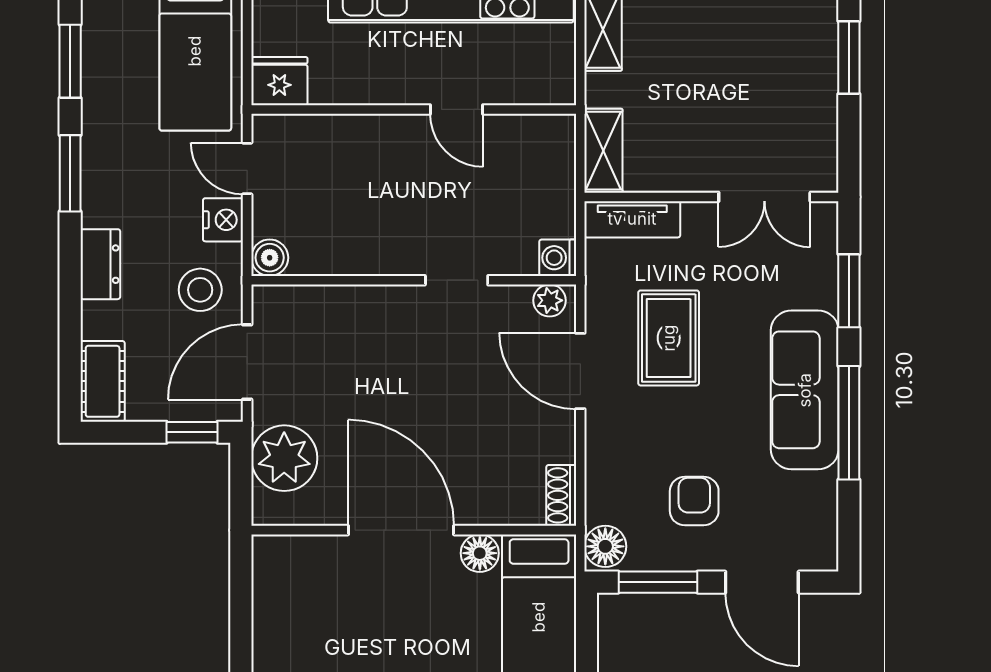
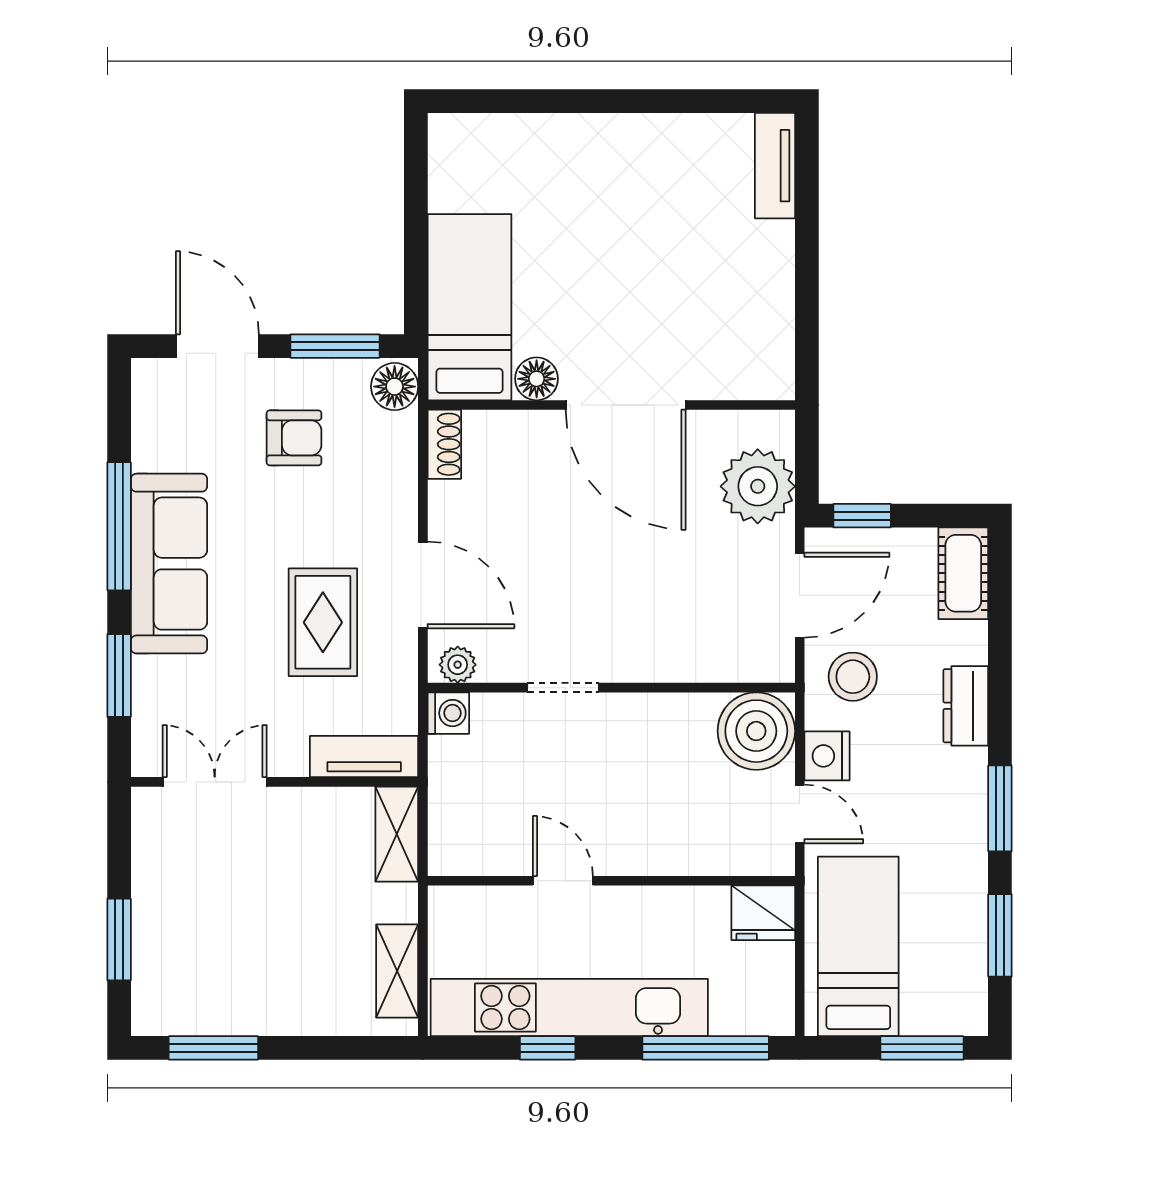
boiler: (270, 258) -> (756, 731), width x1.86, depth x1.86
armchair: (694, 501) -> (294, 438), turned -90

